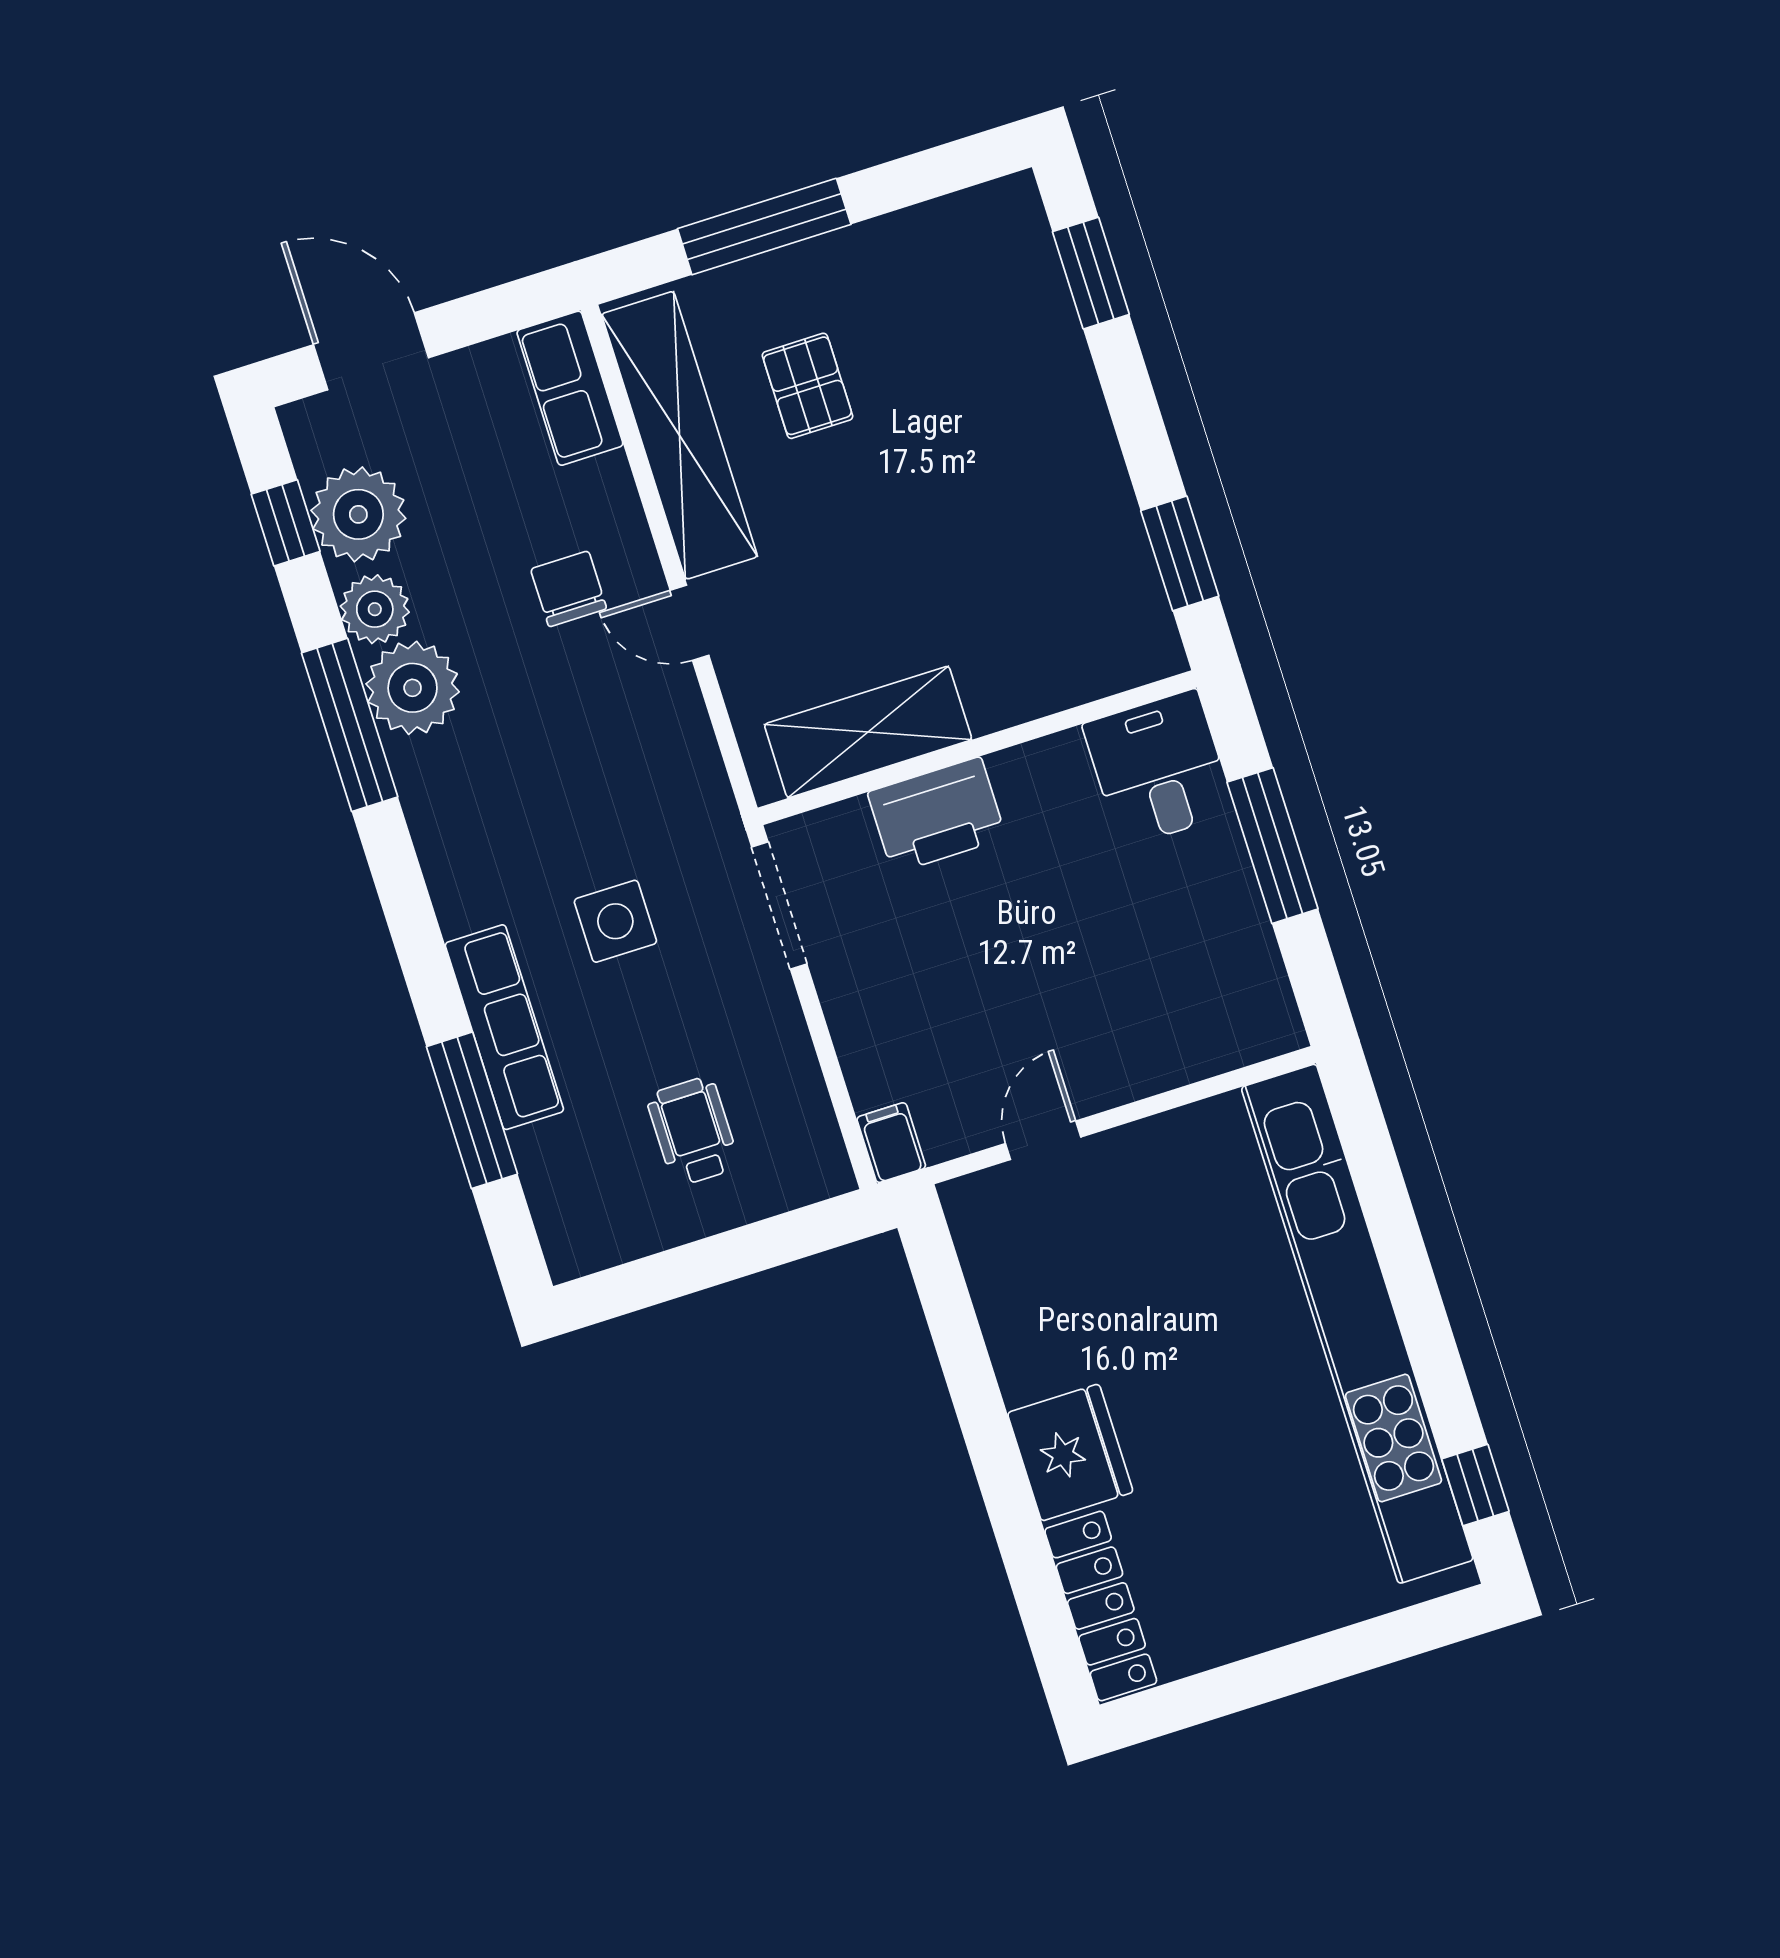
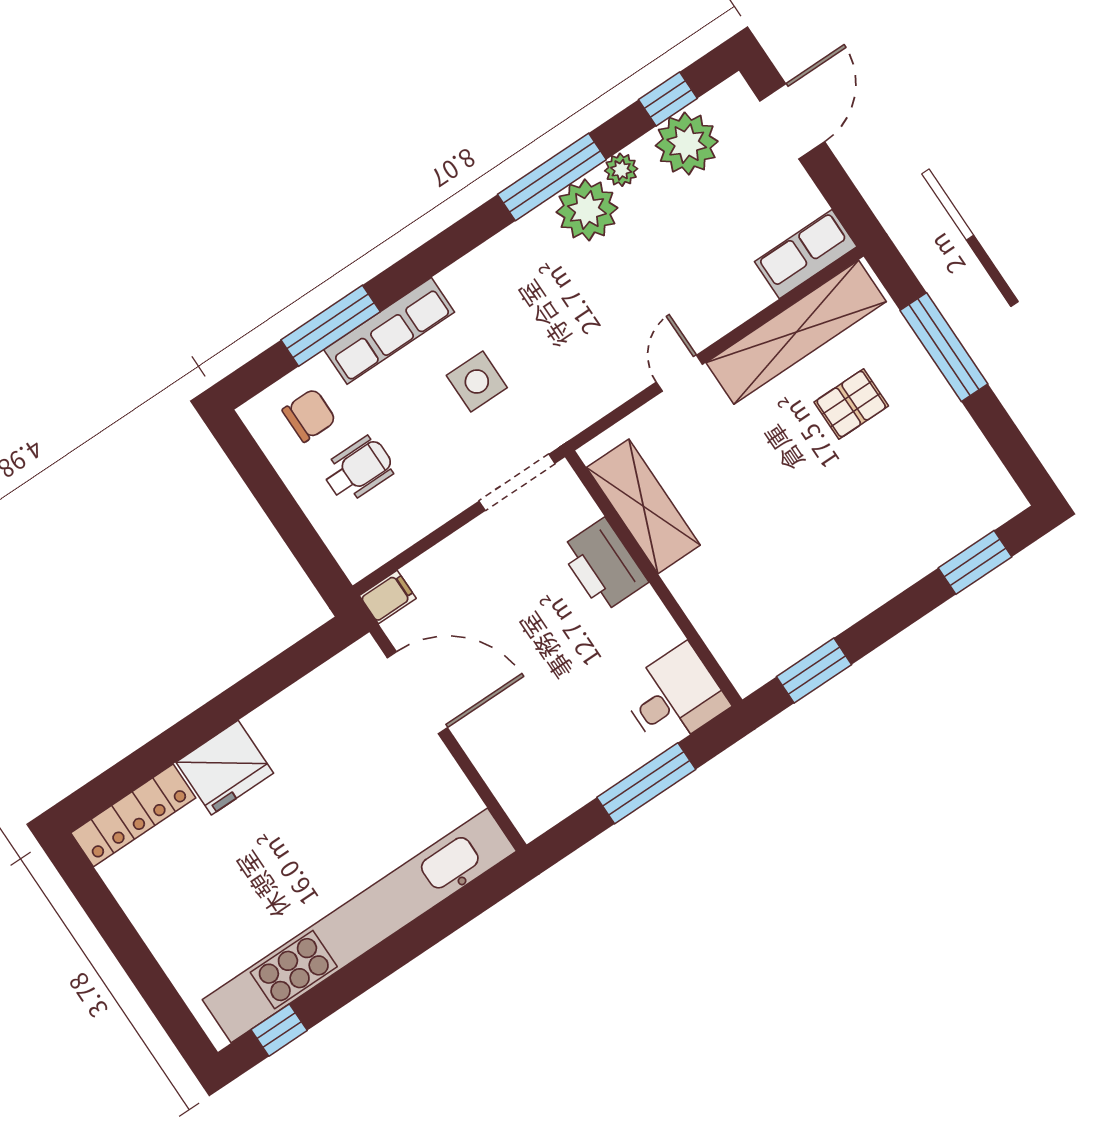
chair: (569, 589) -> (309, 415), moved
plant: (375, 609) -> (621, 170), width x0.73, depth x0.73
door: (1043, 1140) -> (417, 693), width x1.88

